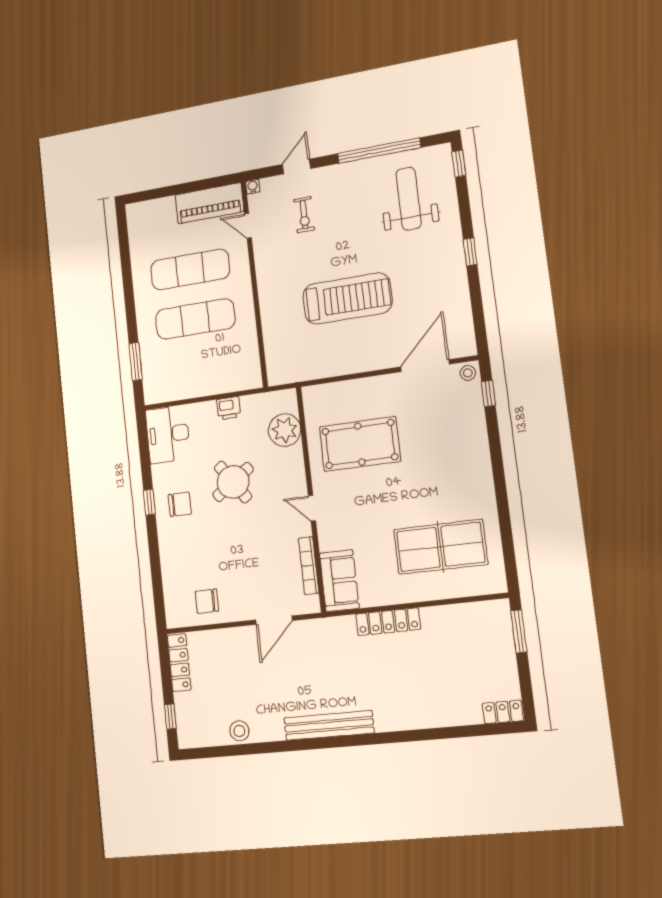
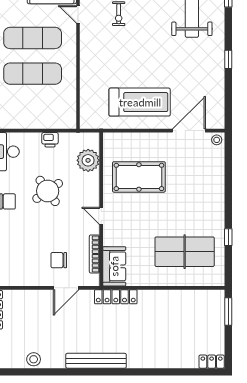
treadmill: (347, 299) -> (140, 102), moved
window: (488, 393) -> (228, 237), moved
chair: (207, 601) -> (59, 260), moved
locker: (388, 622) -> (116, 297), moved

